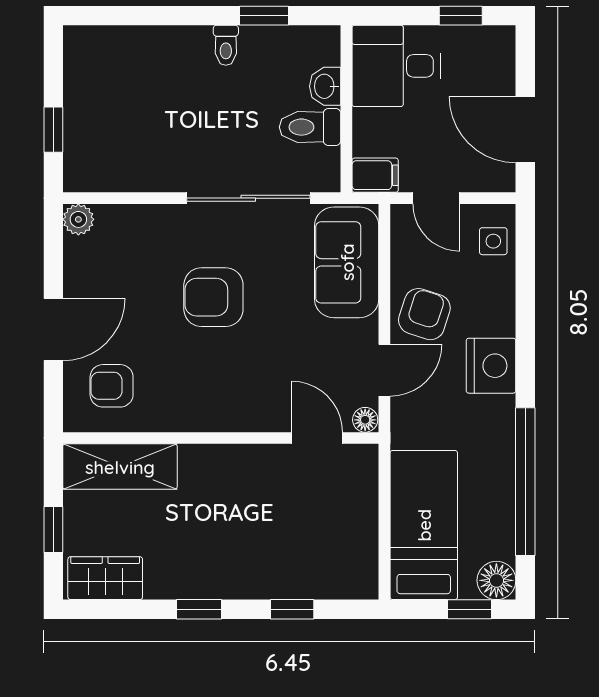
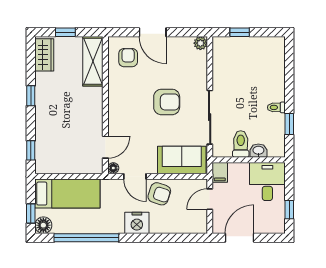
side table: (493, 241) -> (191, 224), removed
armchair: (213, 297) -> (167, 102), turned 90
window: (292, 609) -> (31, 150), moved

